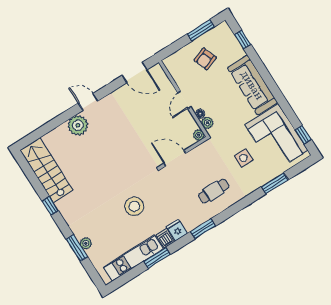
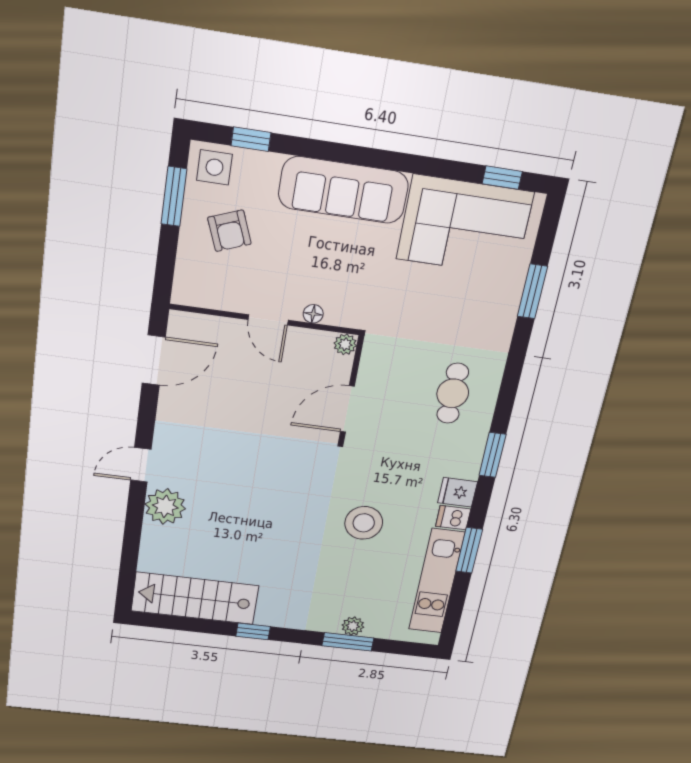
plant: (207, 123) -> (338, 315), removed
side table: (244, 158) -> (214, 167), moved

